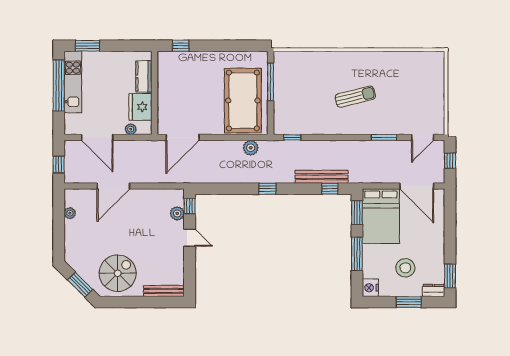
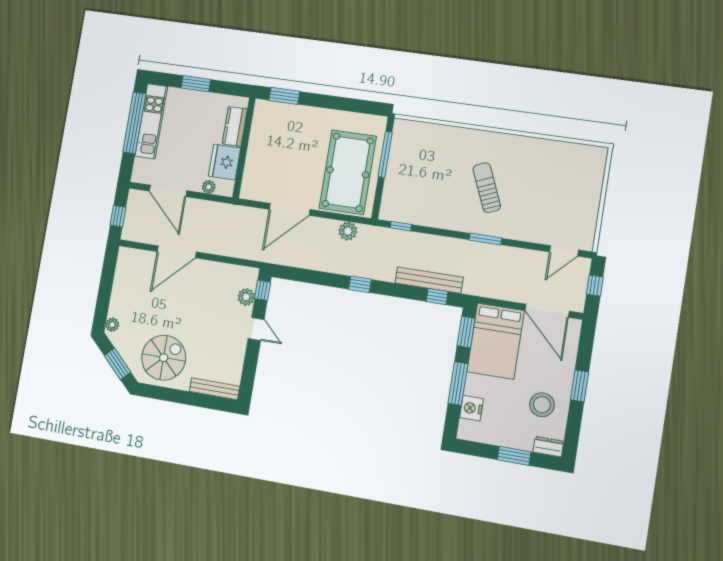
window: (87, 46) -> (196, 84), moved
window: (181, 46) -> (284, 96), width x1.50
sun lounger: (355, 97) -> (487, 188), turned -99
door: (183, 137) -> (290, 209), moved
window: (384, 137) -> (485, 239), moved
plant: (70, 213) -> (112, 325), moved
stool: (405, 268) -> (542, 405), moved
window: (450, 276) -> (580, 386), moved
nightstand: (370, 288) -> (471, 408), moved

